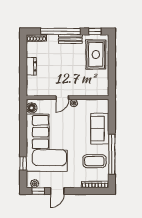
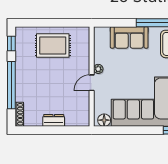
bench: (70, 39) -> (21, 73), removed
rug: (96, 54) -> (53, 45), moved
door: (62, 98) -> (92, 83), swing flipped

